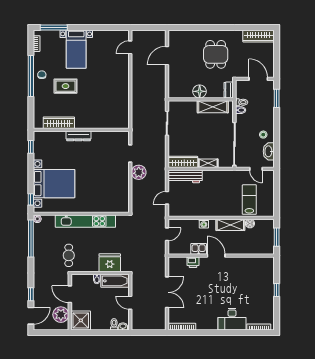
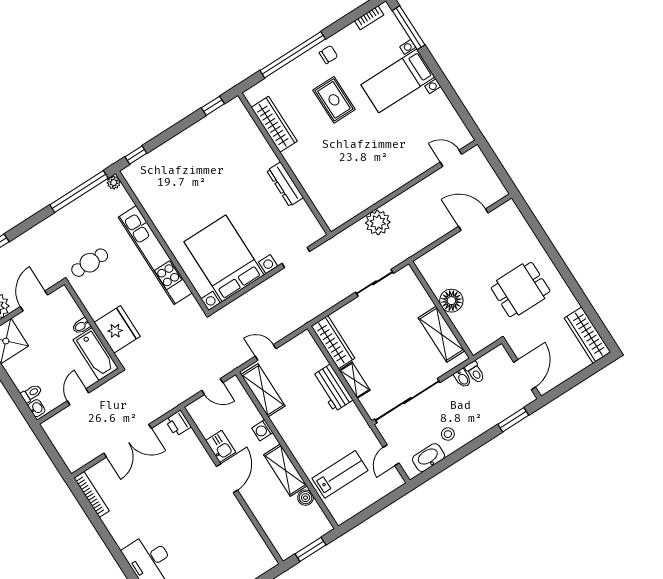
window: (31, 76) -> (293, 55), moved
dresser: (229, 90) -> (481, 342), removed
dresser: (78, 136) -> (285, 184), moved
plant: (139, 172) -> (378, 222), moved
workbench: (185, 176) -> (332, 388), moved, width x0.73
bed with nightstands: (54, 184) -> (224, 258), moved, turned 180
shelving: (185, 211) -> (263, 390), added
printer: (193, 262) -> (178, 423), moved

